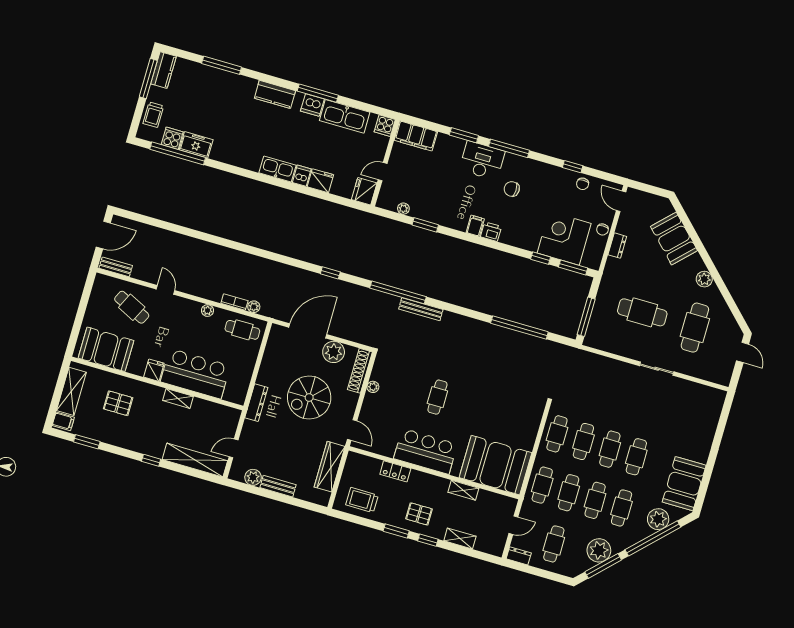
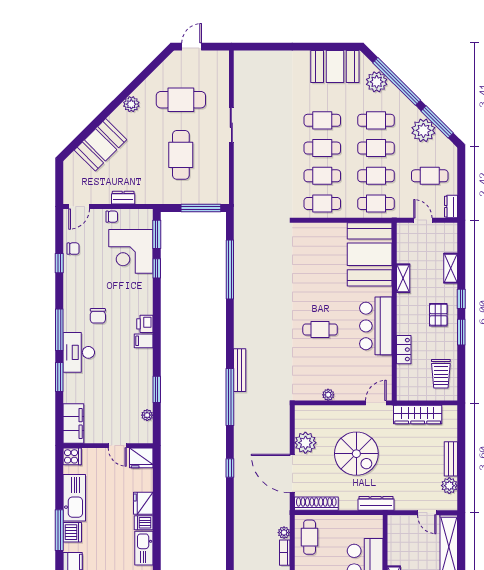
shoe rack: (360, 371) -> (316, 504), moved, turned 180

